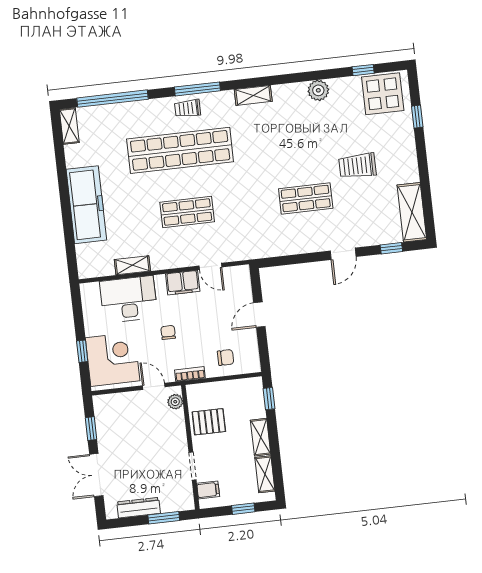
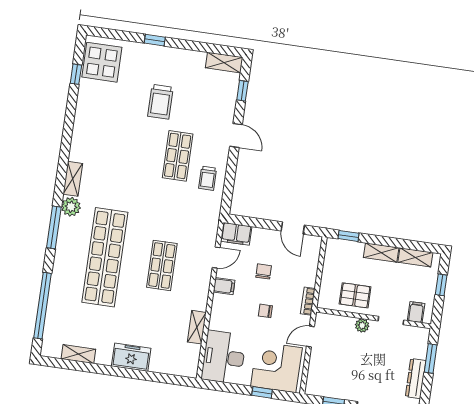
plant: (318, 90) -> (71, 207), moved
trolley: (188, 108) -> (208, 178), moved
window: (417, 117) -> (155, 40), moved
shelving: (69, 126) -> (78, 354), moved
freezer: (86, 205) -> (131, 357), width x0.52, depth x0.79
shelving: (412, 212) -> (224, 63), width x0.67, depth x0.75
filing cabinet: (240, 281) -> (236, 234), added
filing cabinet: (183, 283) -> (224, 286), width x0.50
desk: (129, 299) -> (224, 357), moved
door: (259, 315) -> (293, 228), moved
chair: (226, 358) -> (264, 271), moved
plant: (175, 402) -> (362, 325), moved
pallet: (209, 422) -> (355, 295), turned 90

